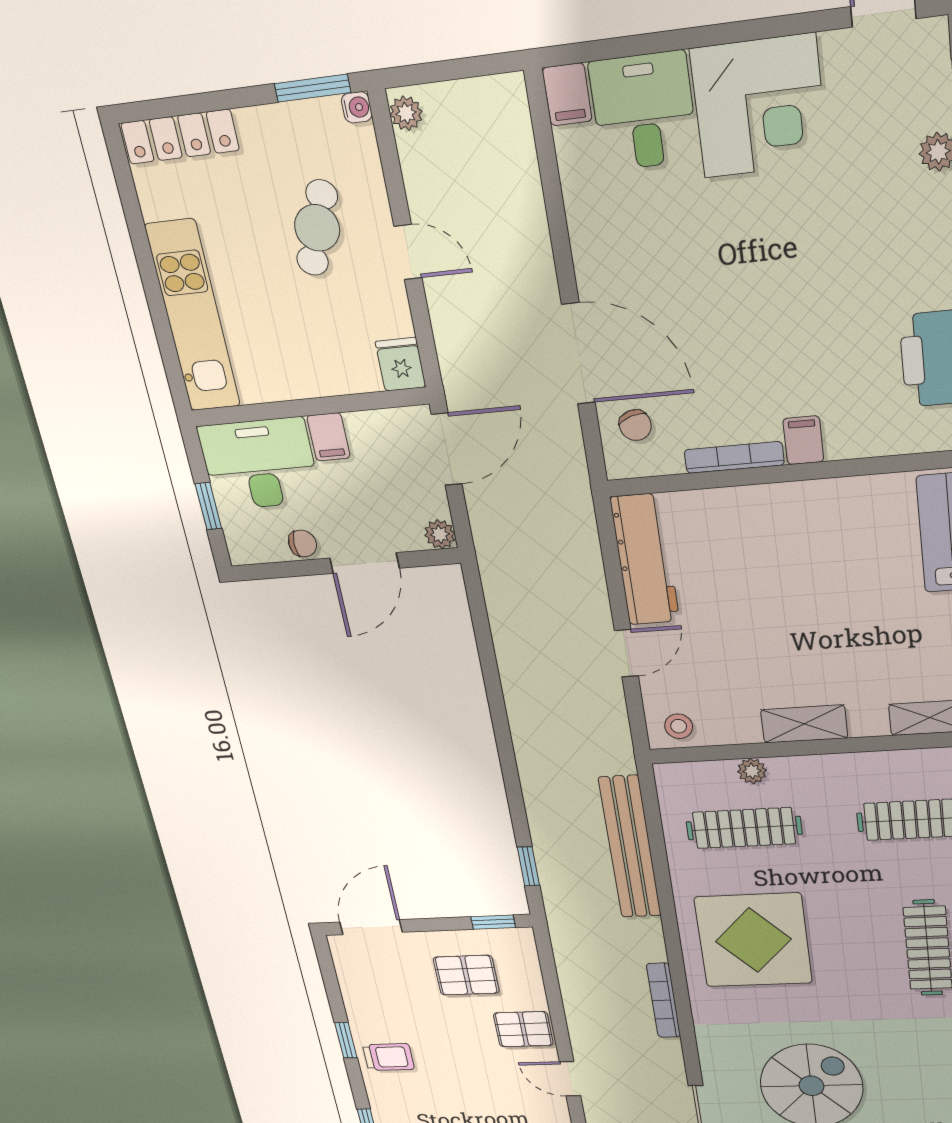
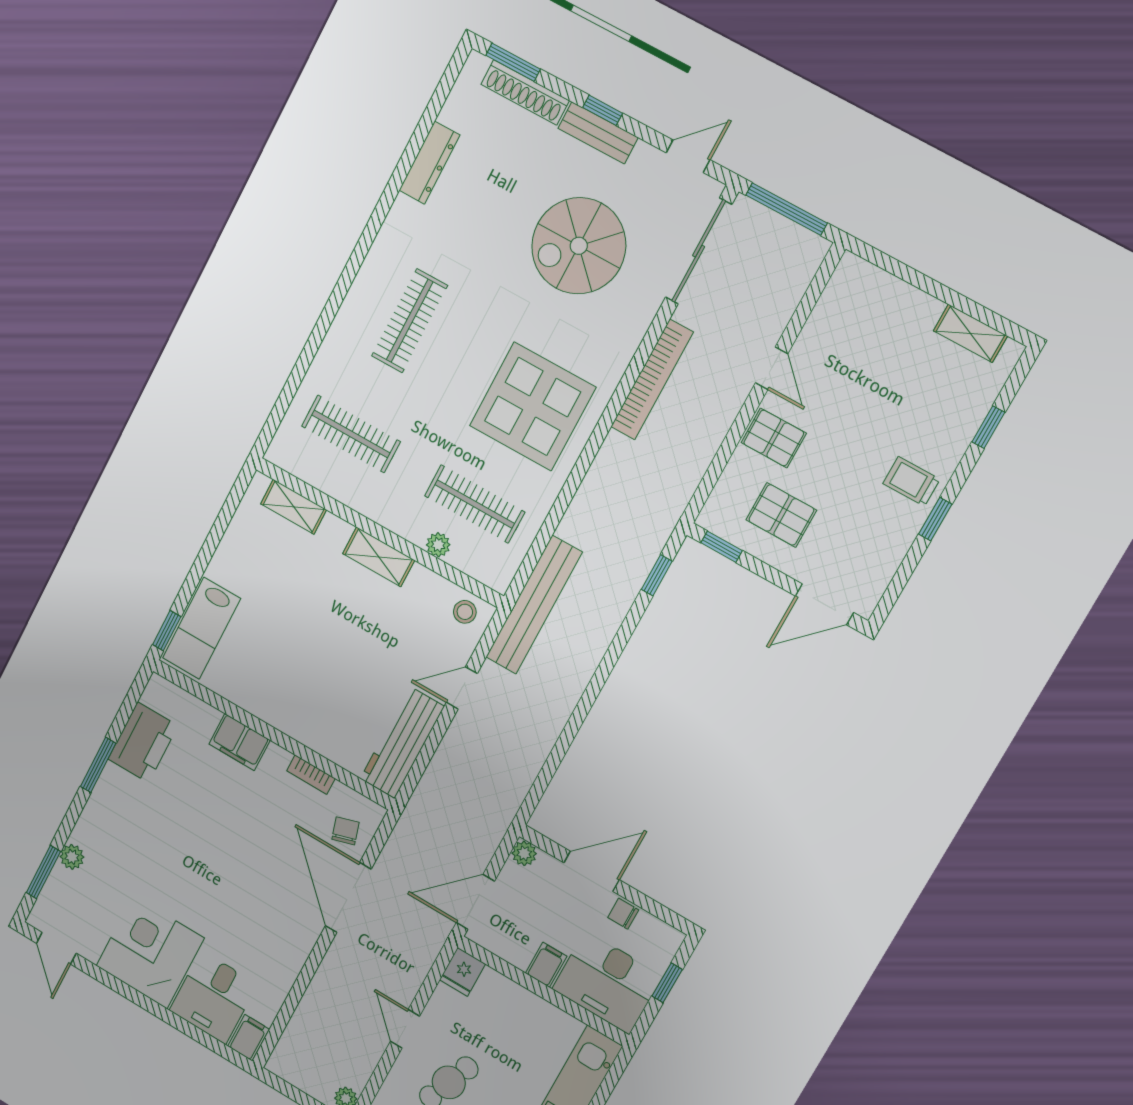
filing cabinet: (803, 440) -> (240, 742), width x2.00
bookcase: (734, 457) -> (311, 775), width x0.64
bench: (630, 847) -> (534, 605), moved
bookcase: (664, 1000) -> (652, 380), width x1.48, depth x1.31

